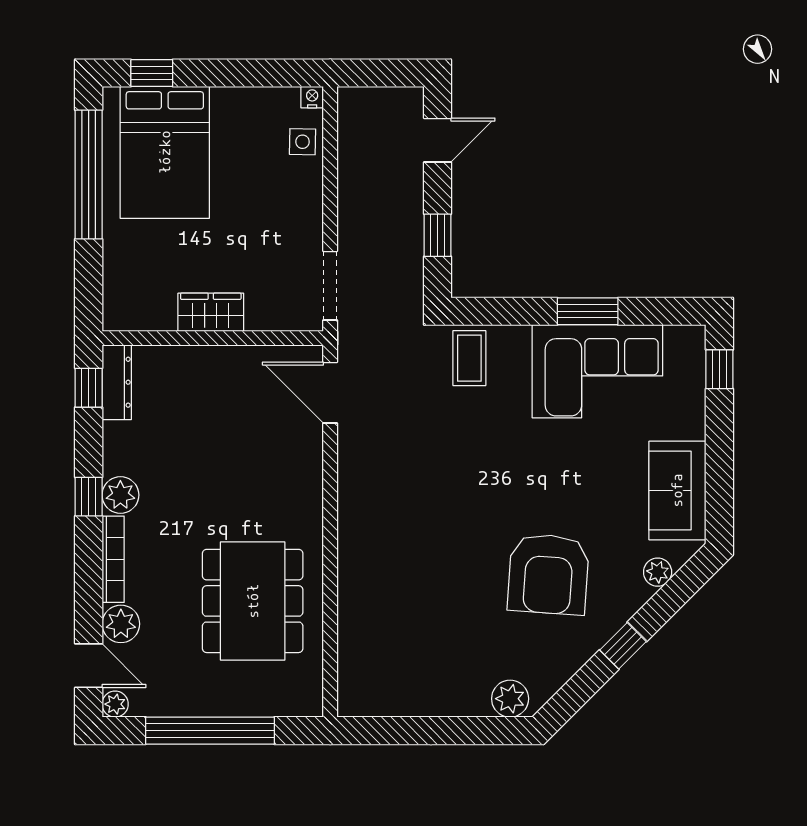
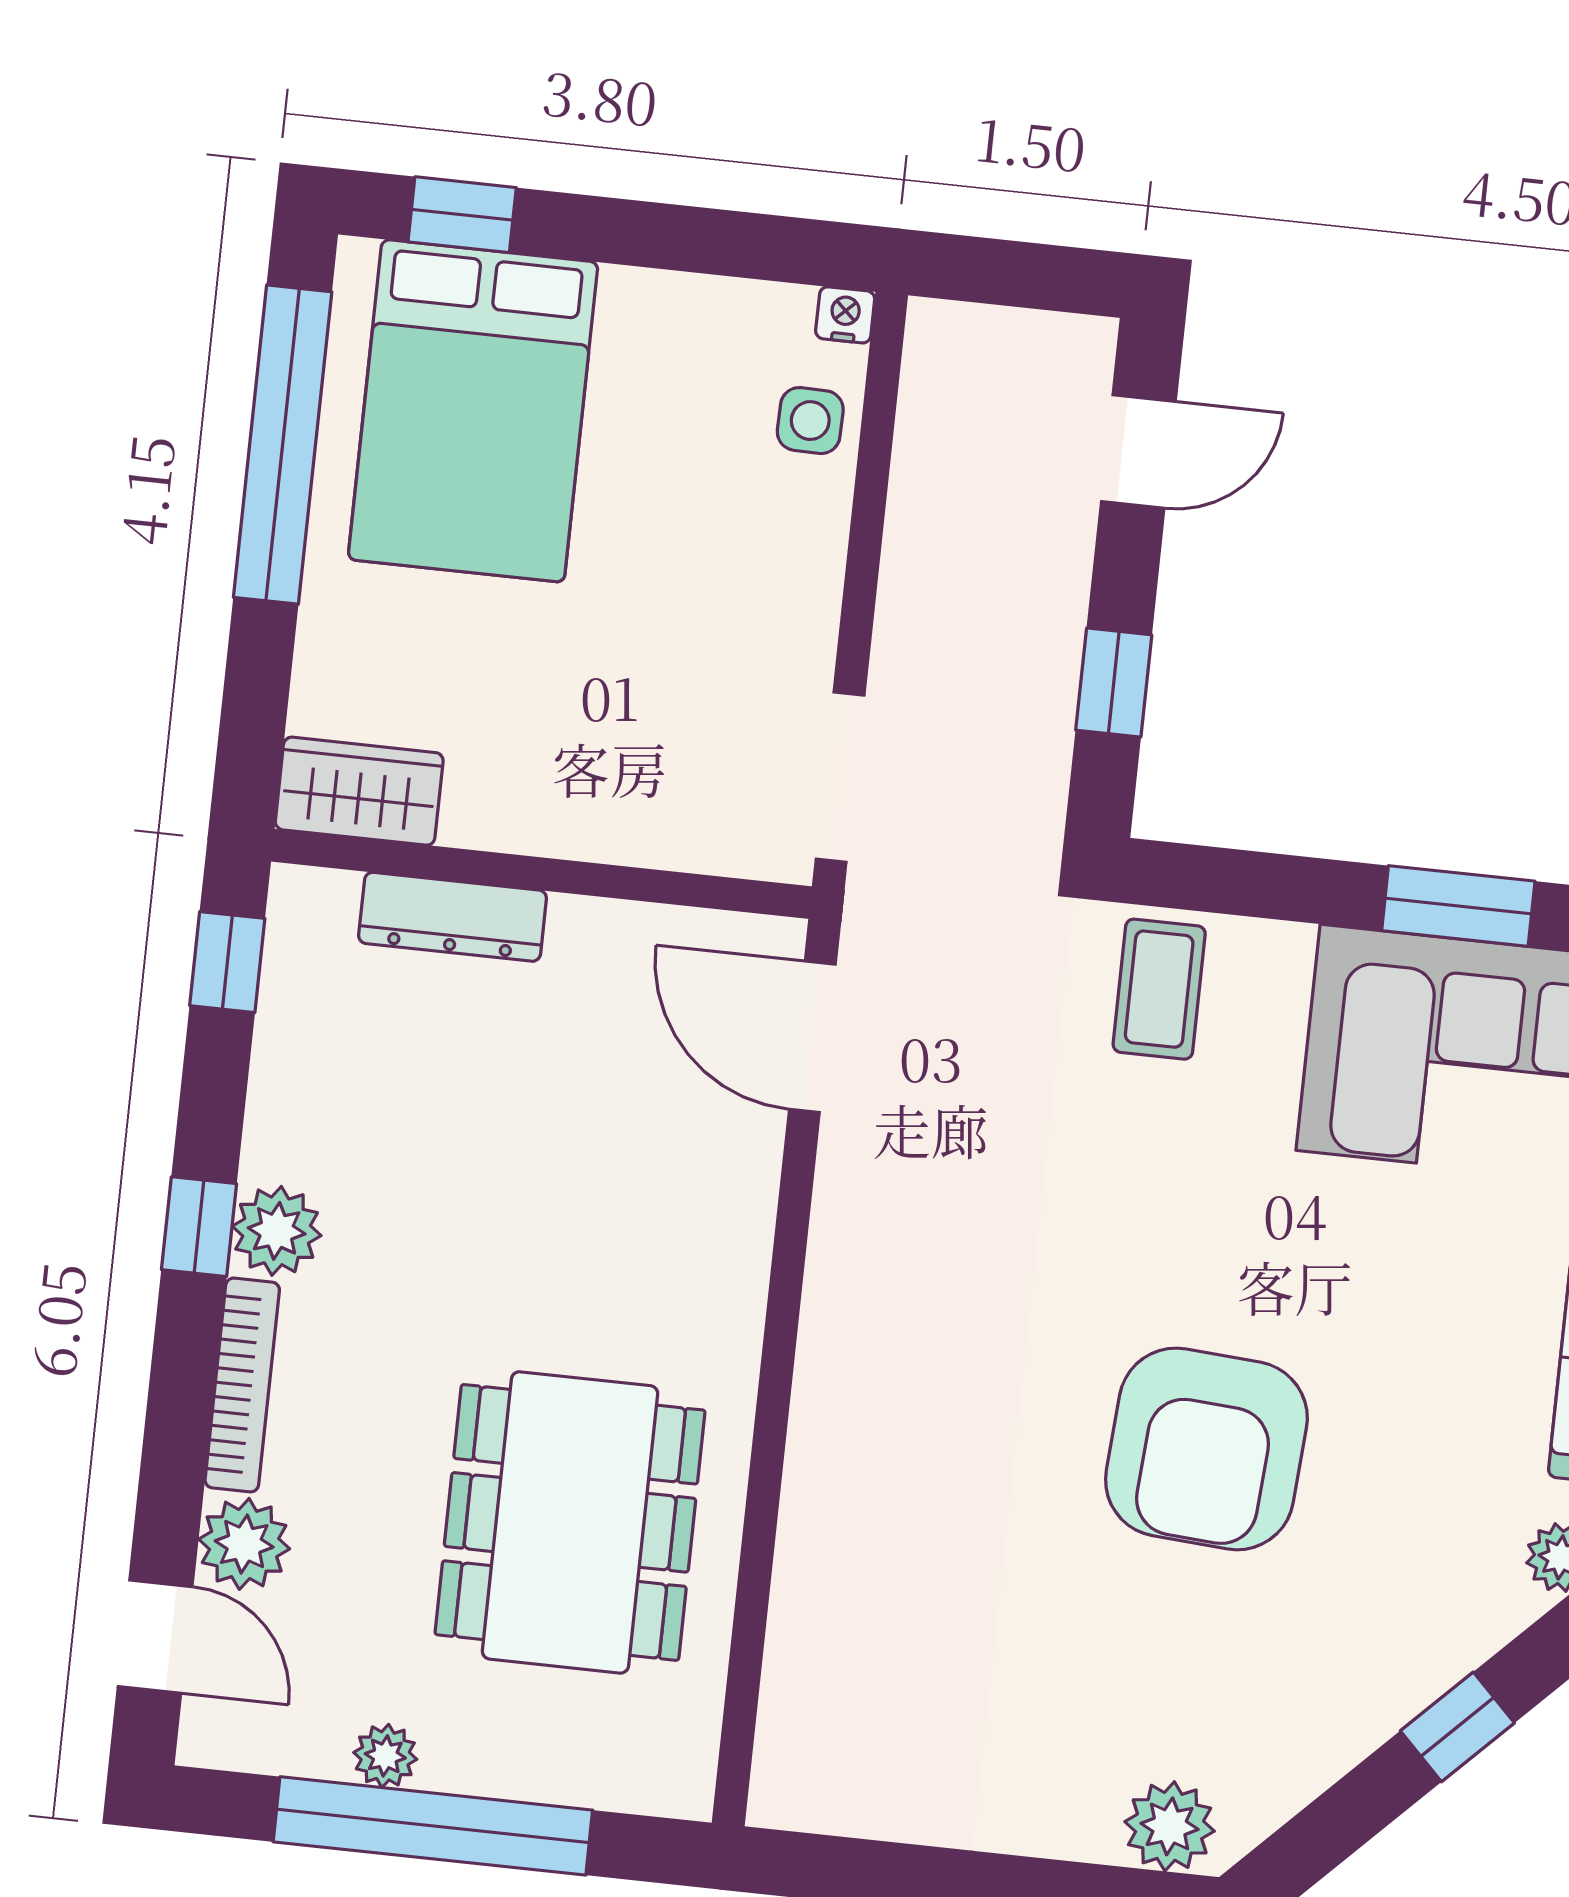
wardrobe: (211, 312) -> (359, 791), moved
dresser: (117, 382) -> (453, 917), moved, turned 90
armchair: (548, 574) -> (1206, 1449), moved
plant: (115, 704) -> (385, 1756), moved

